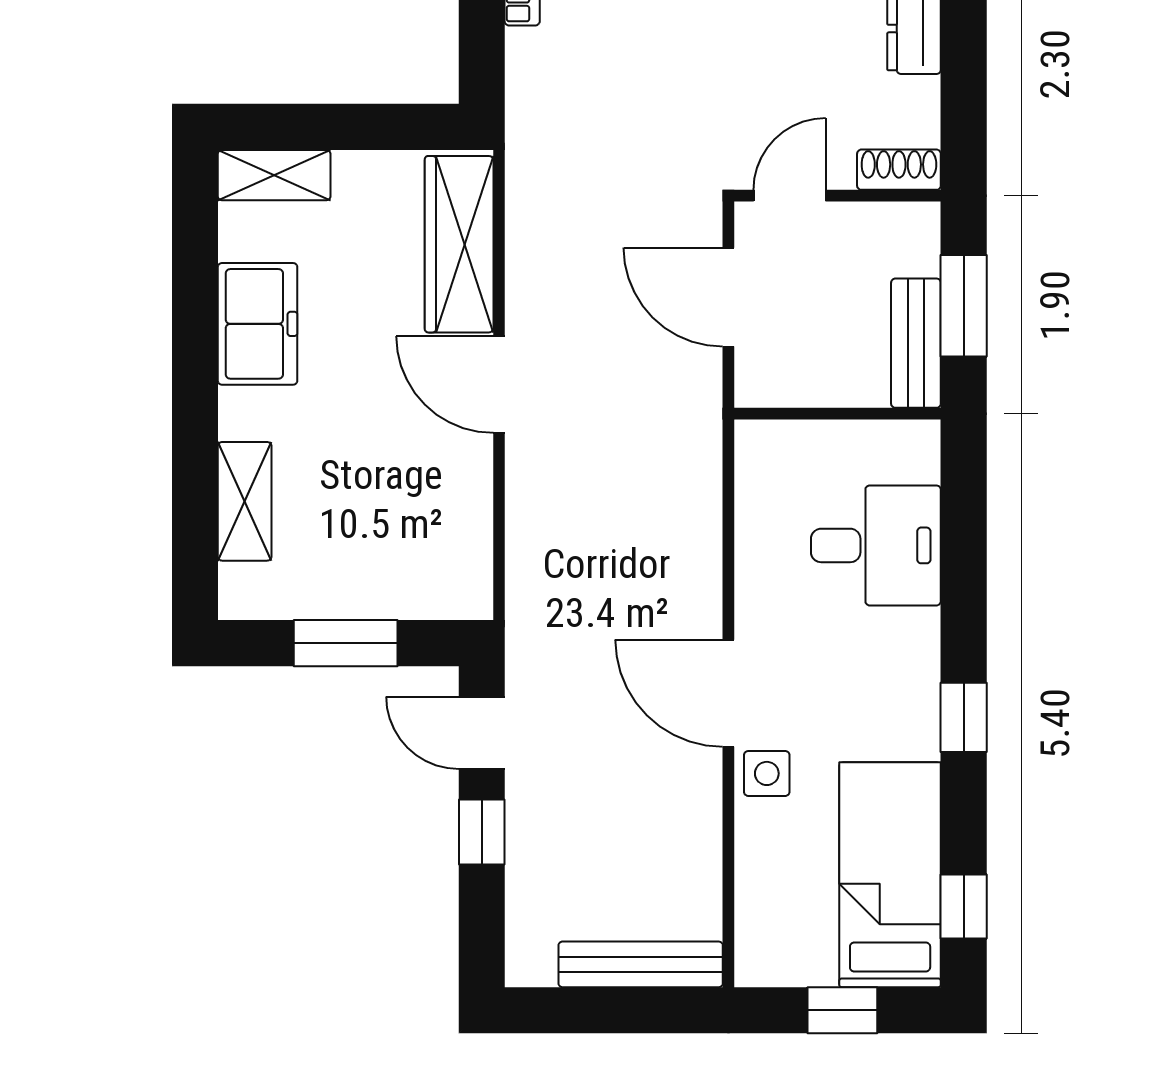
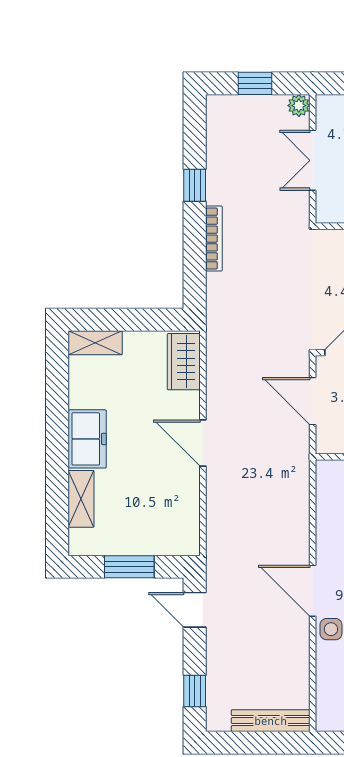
wardrobe: (459, 244) -> (184, 362), width x0.67
freezer: (258, 324) -> (87, 439), moved
window: (482, 832) -> (195, 691), moved

